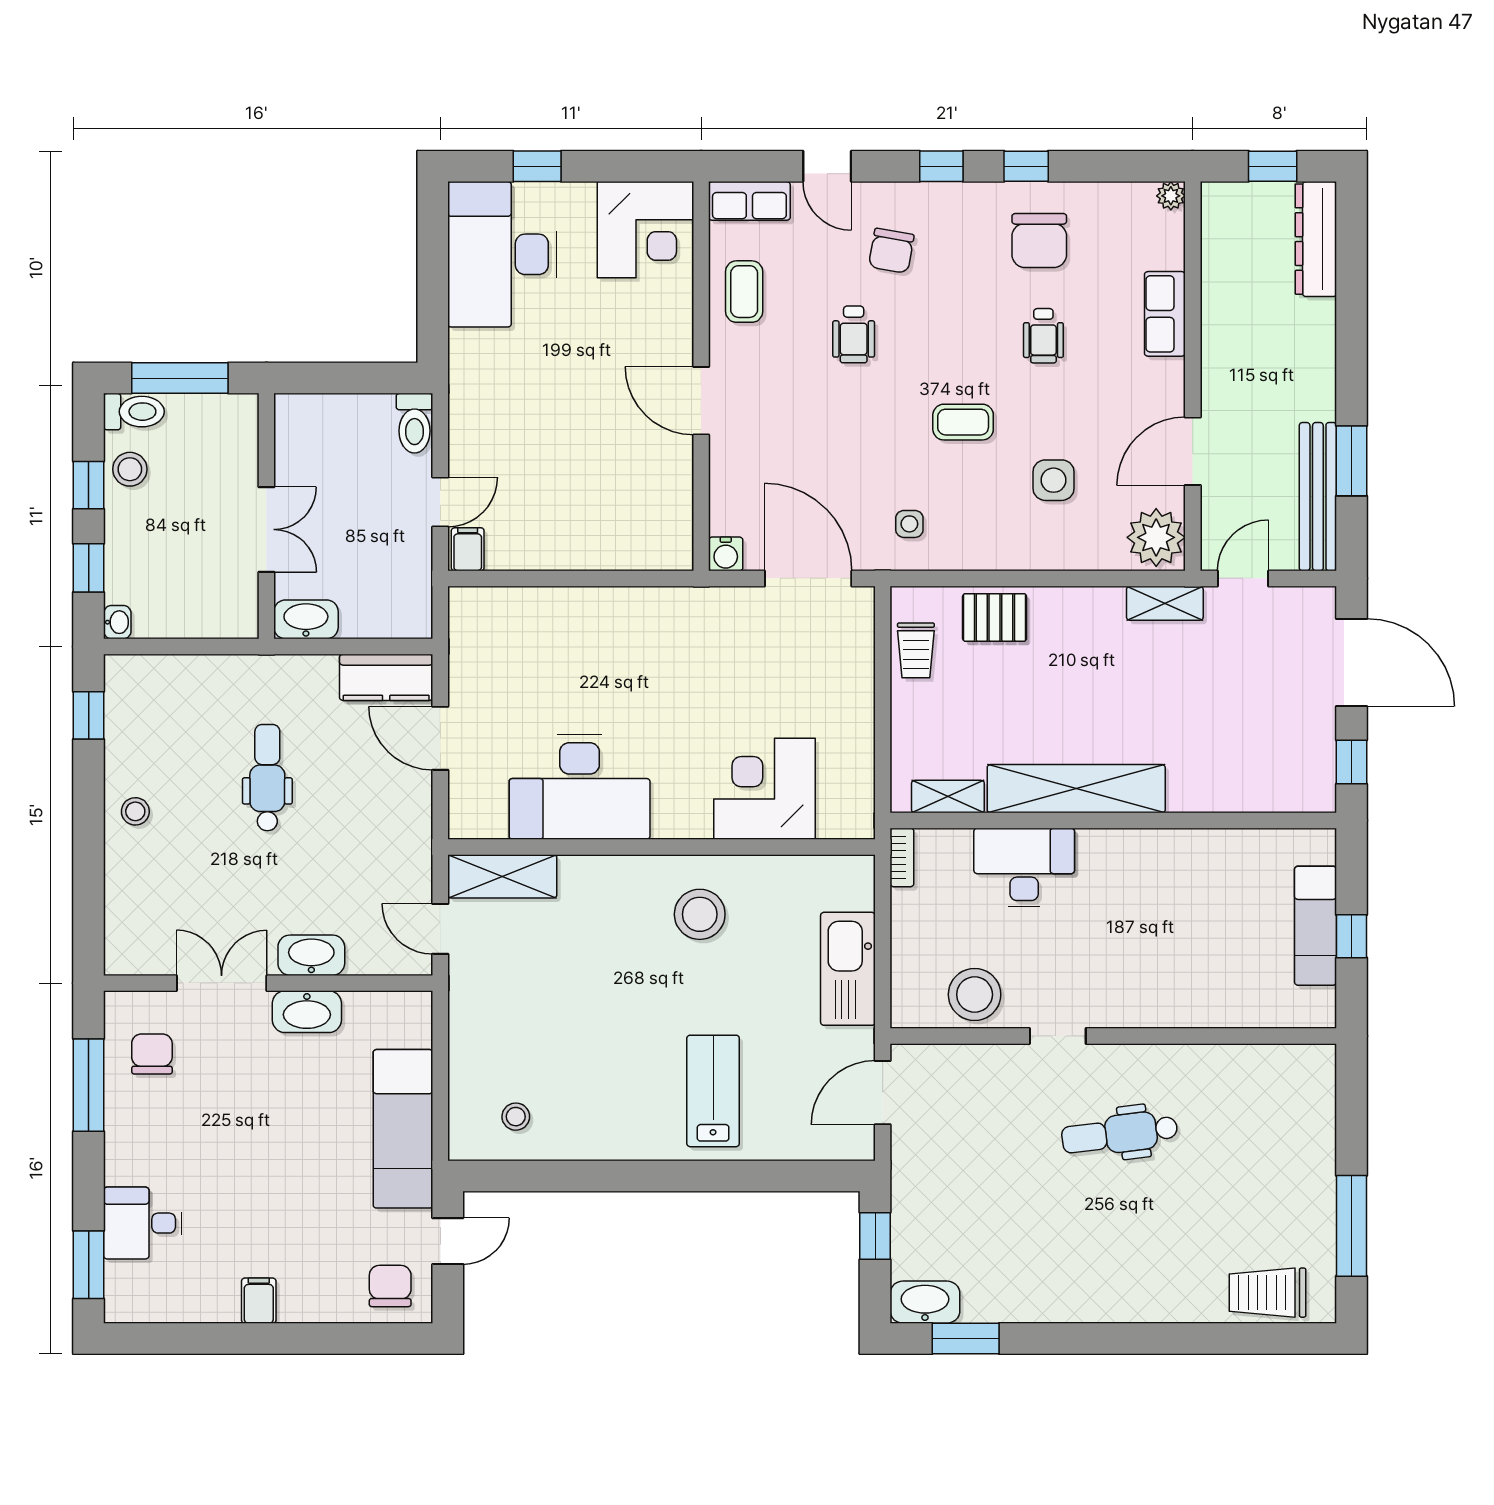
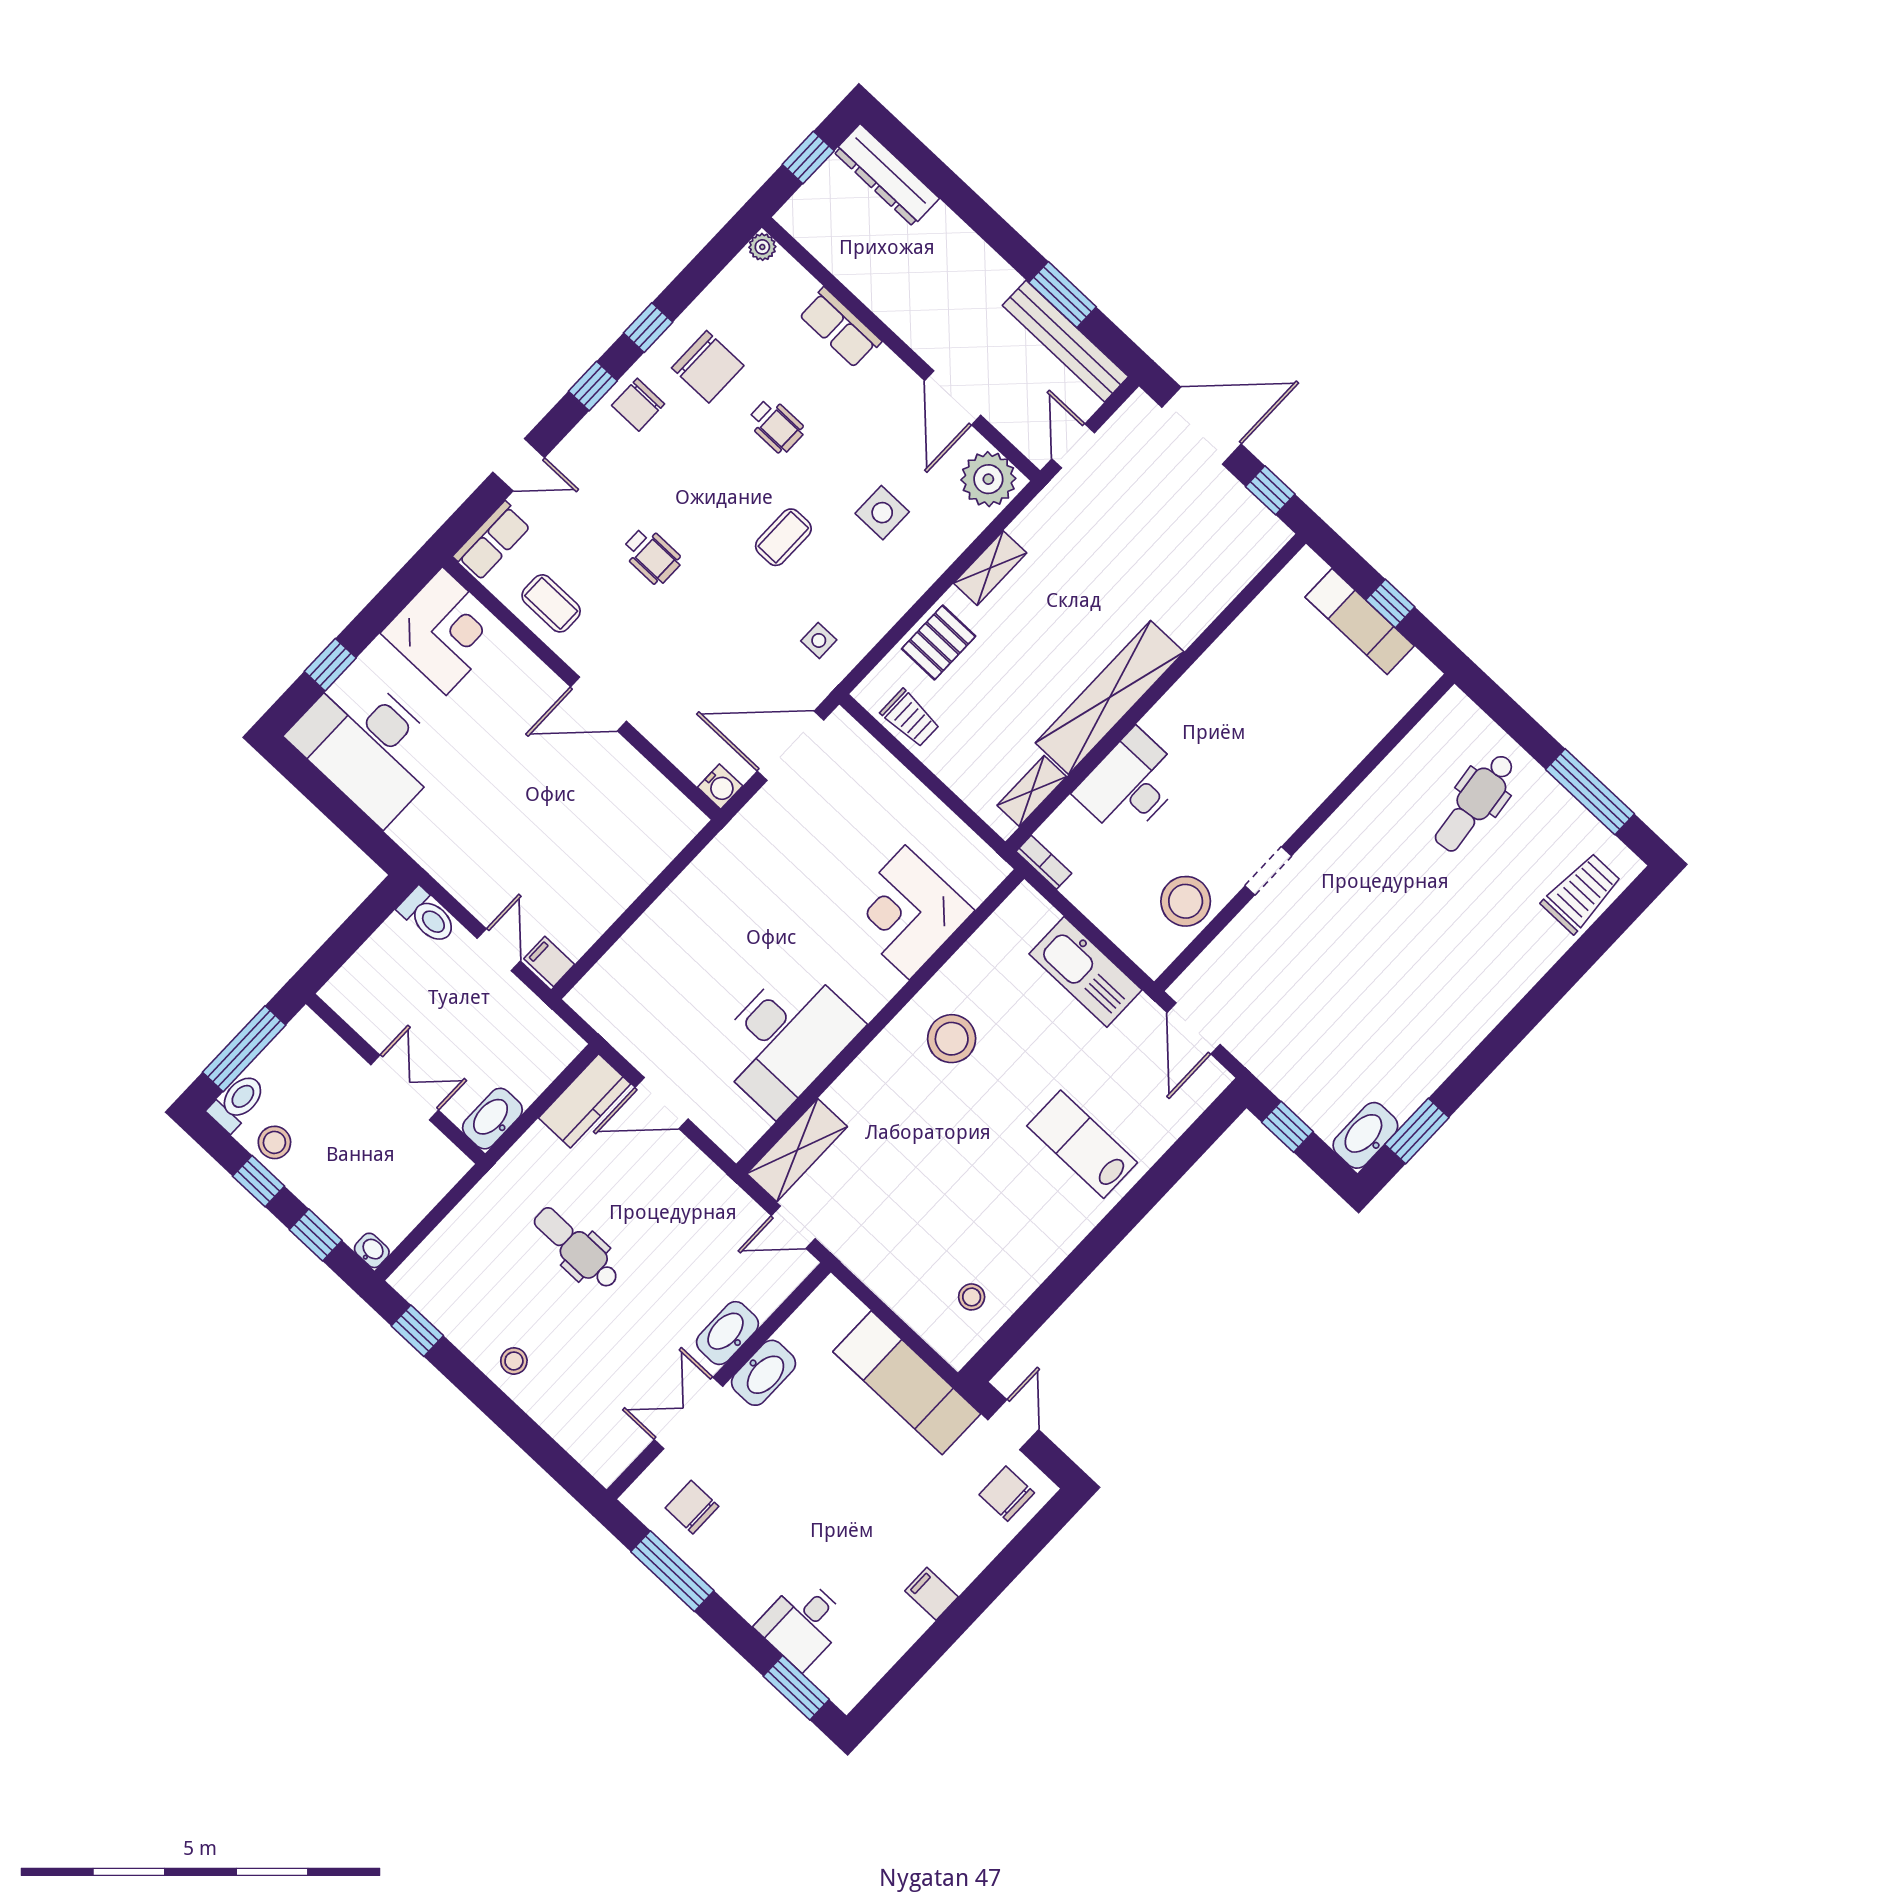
chair: (891, 251) -> (638, 405), moved, turned 80
shelving: (1165, 603) -> (990, 568), moved
dental chair: (1120, 1134) -> (1475, 803), moved
trolley: (1267, 1293) -> (1581, 893), turned 180

